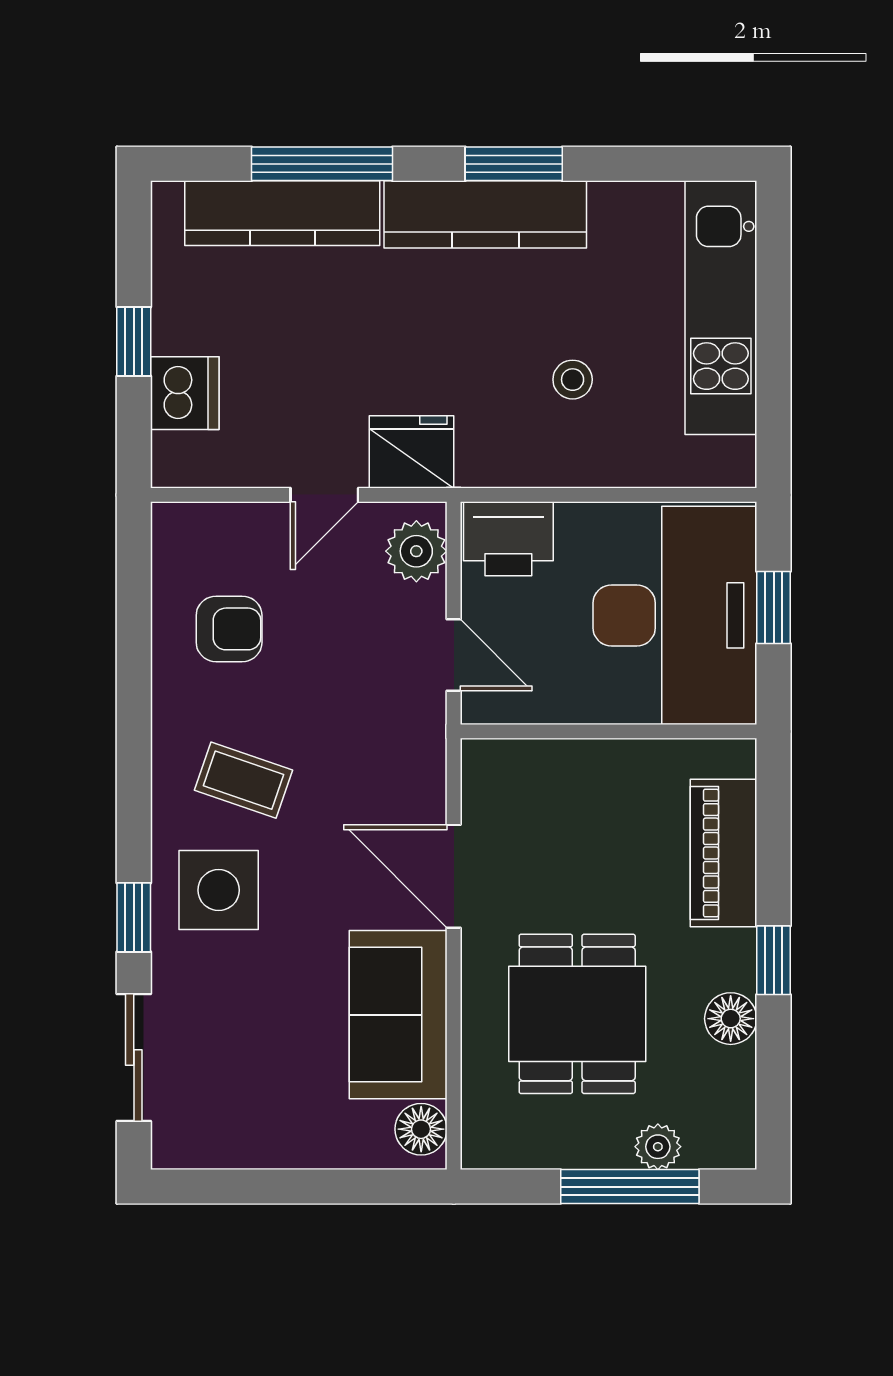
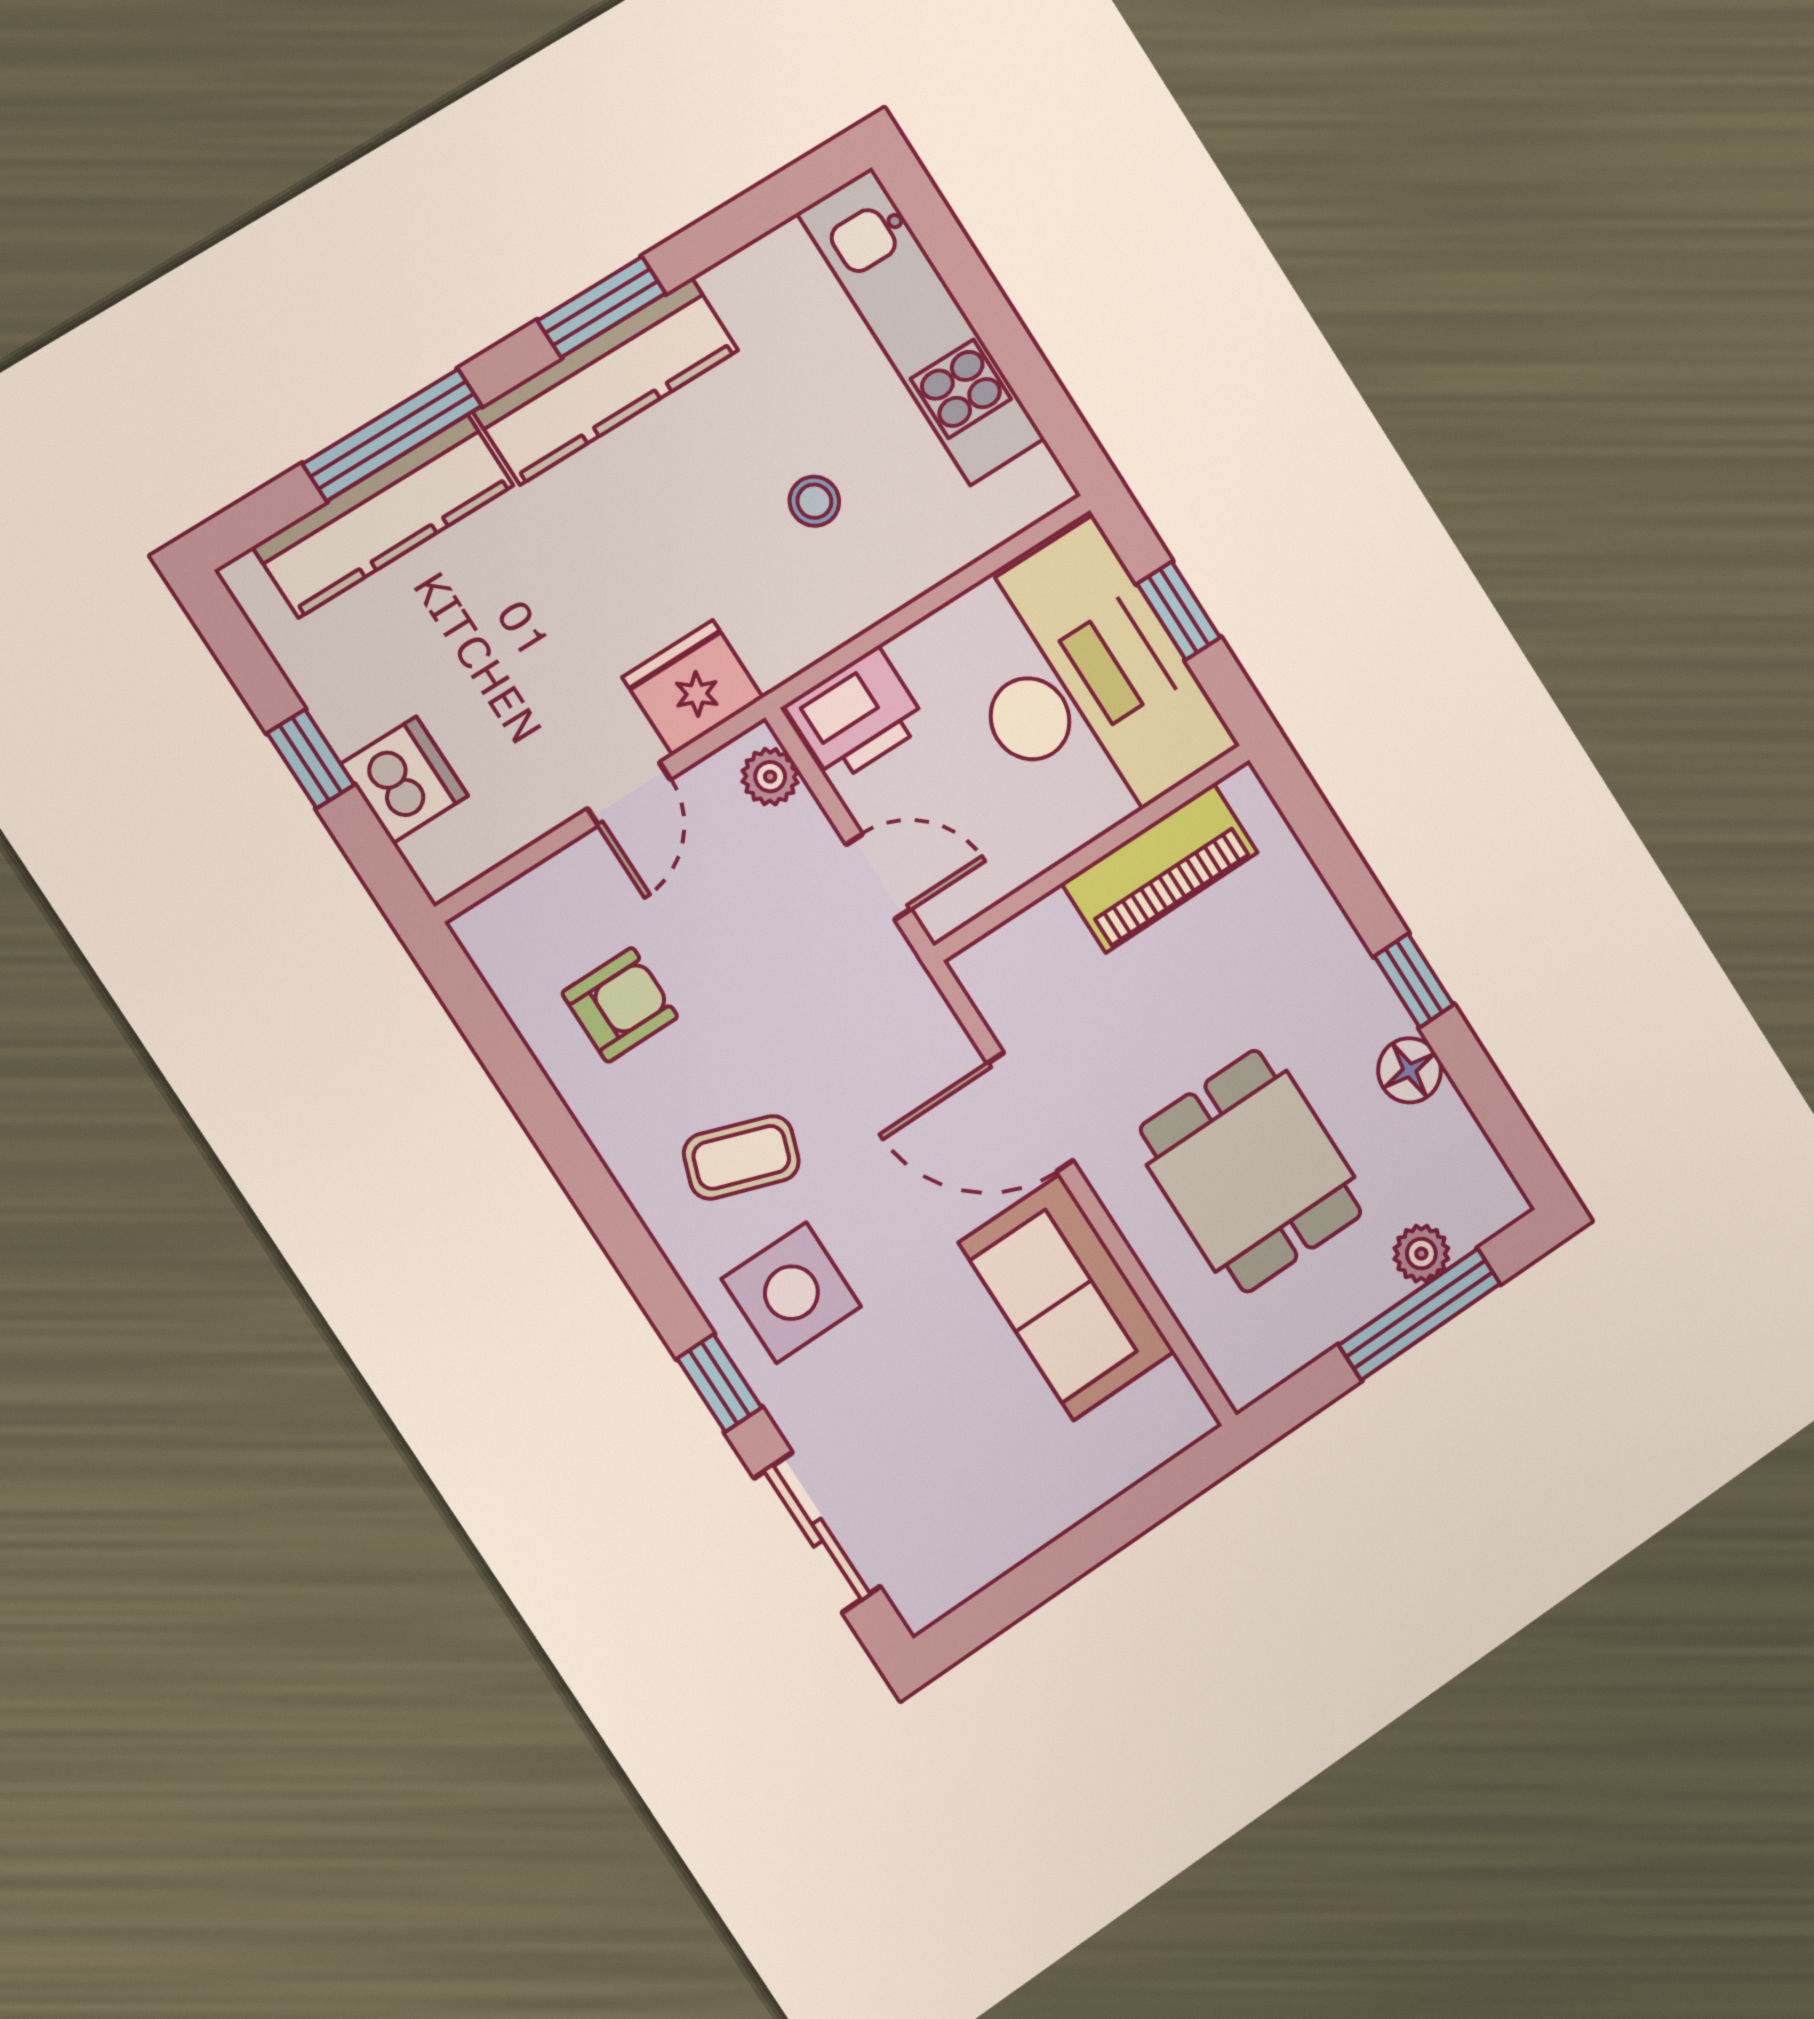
plant: (416, 551) -> (770, 777), width x0.73, depth x0.73
piano: (724, 853) -> (1160, 868), moved, turned -90
floor lamp: (421, 1129) -> (1168, 1401), removed

